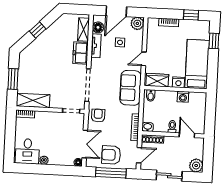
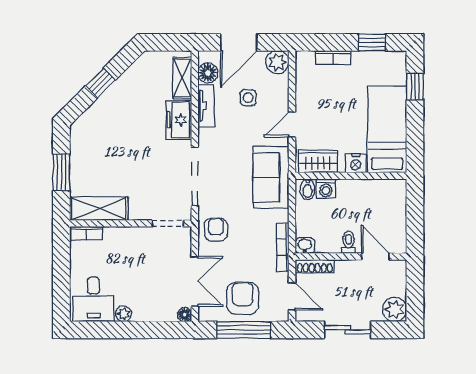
washing machine: (183, 97) -> (326, 189), moved
armchair: (111, 155) -> (243, 298), turned 90
door: (139, 155) -> (292, 296), hinge flipped

